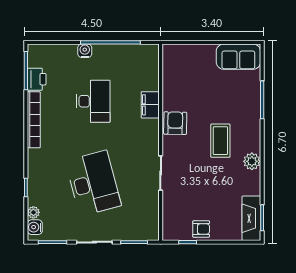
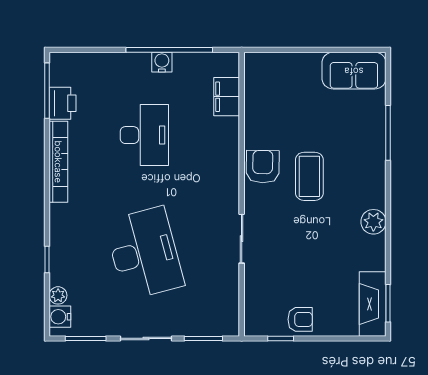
water cooler: (85, 51) -> (162, 62), moved
filing cabinet: (150, 105) -> (227, 97), moved
coffee table: (220, 141) -> (309, 176), moved

